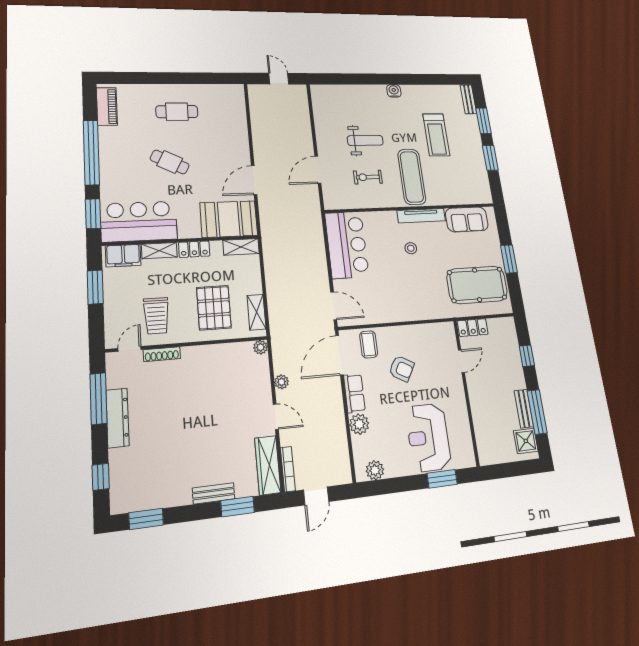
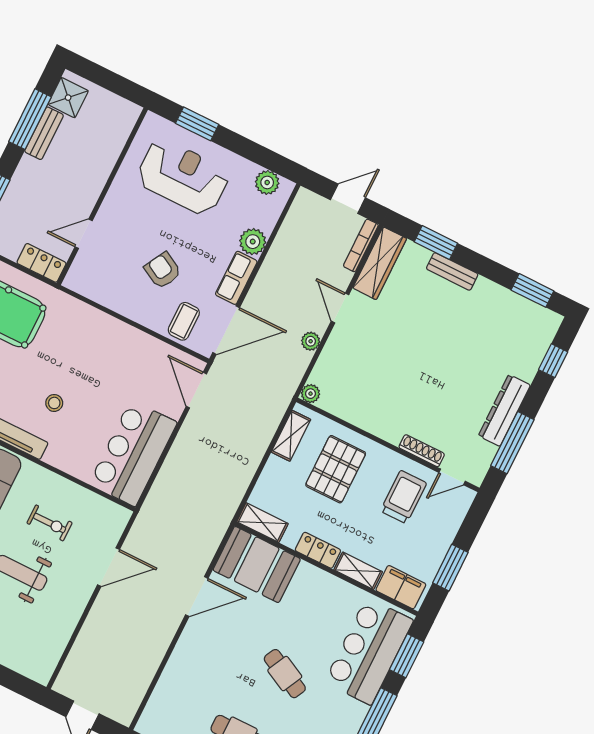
bar counter: (139, 221) -> (369, 651), moved, turned 90
reception desk: (428, 437) -> (183, 177), turned -90

